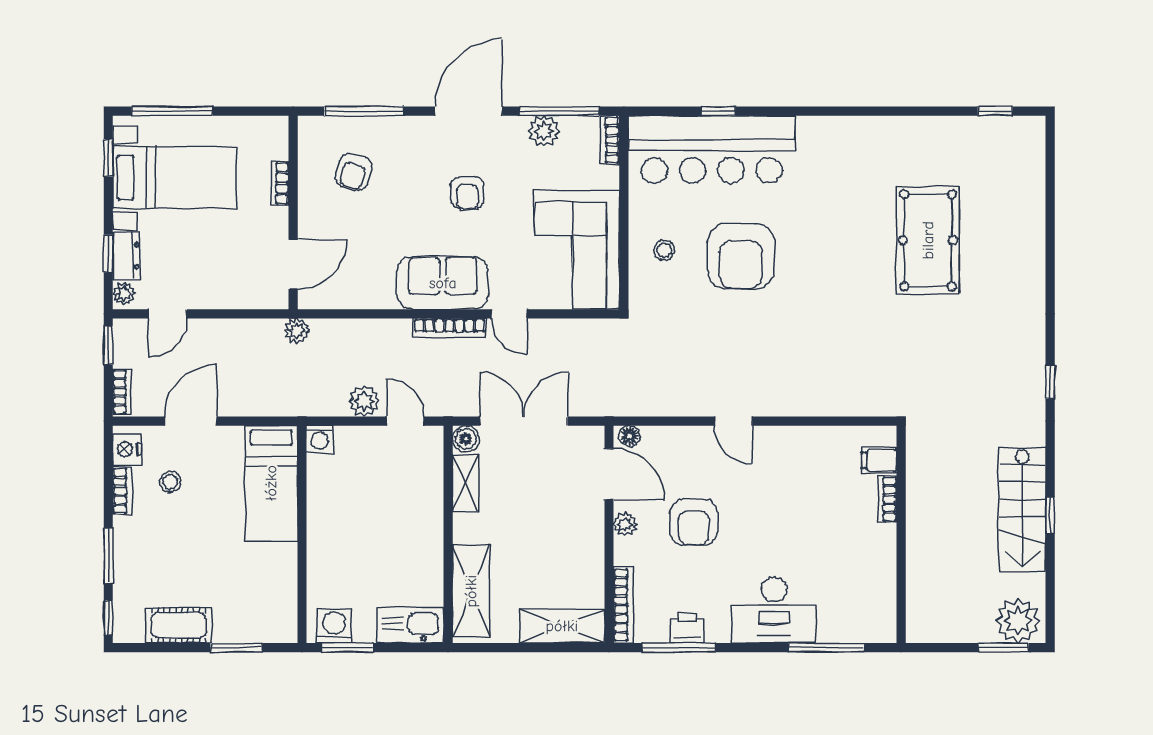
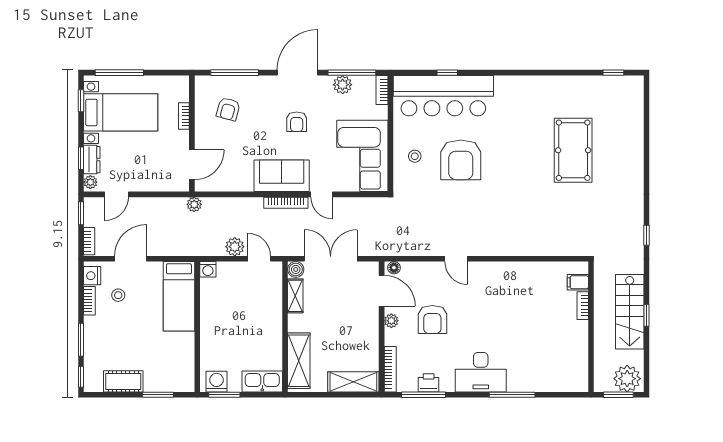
filing cabinet: (879, 460) -> (578, 282), moved
bookcase: (887, 499) -> (583, 306), moved
wall: (901, 534) -> (591, 327), moved

